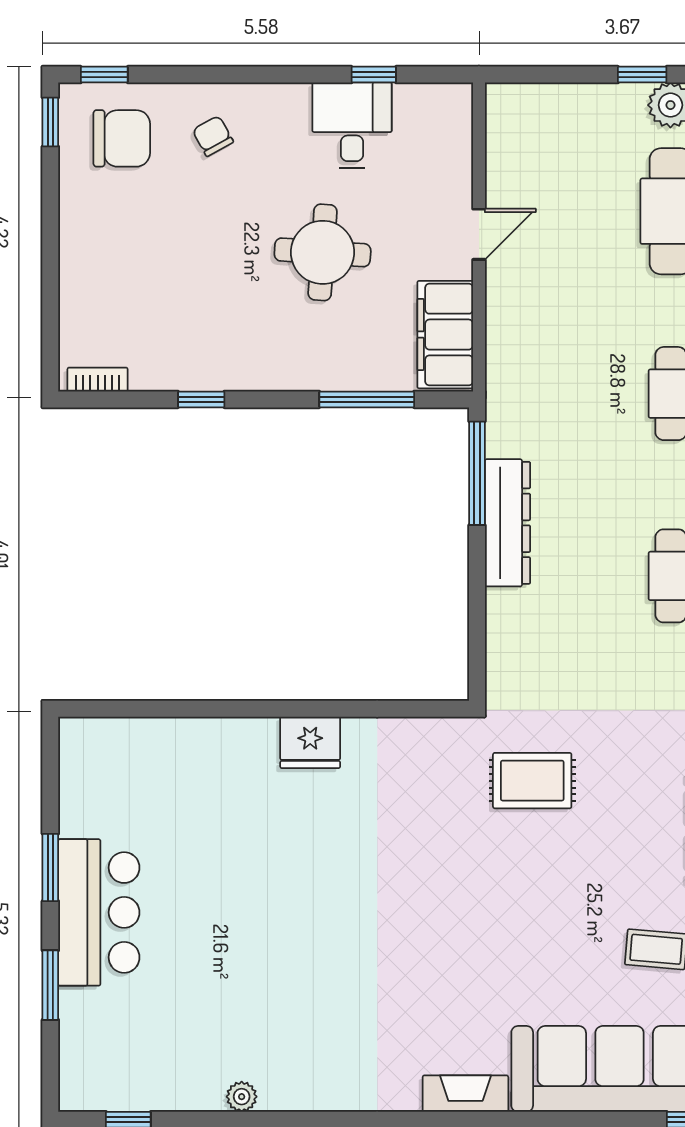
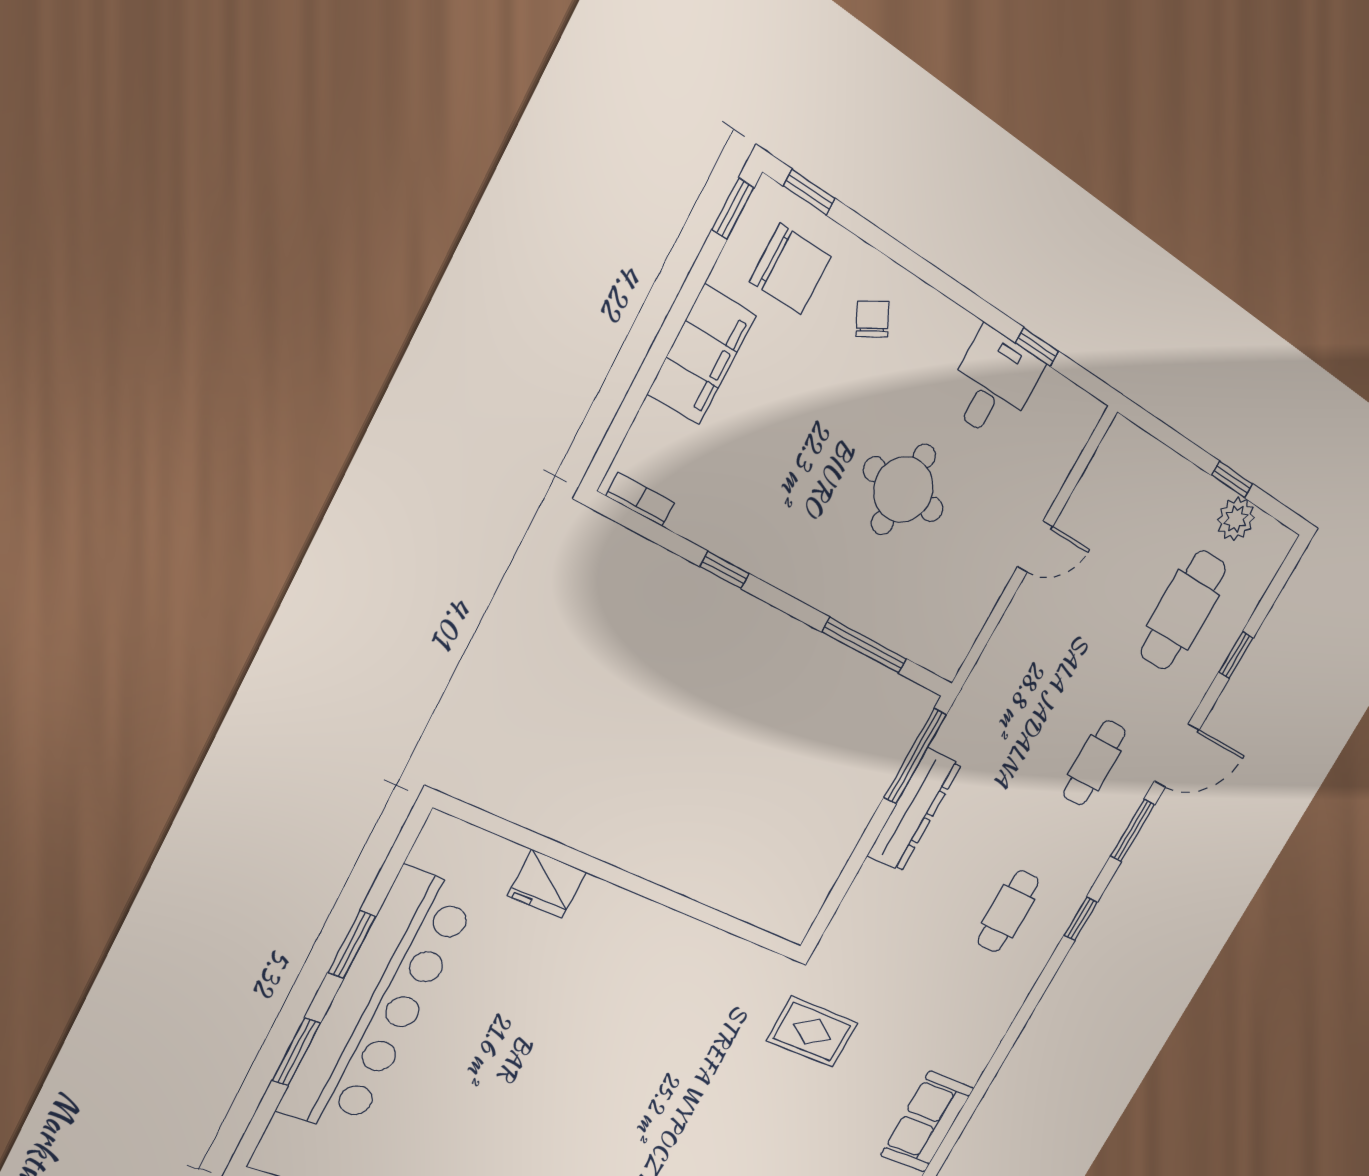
filing cabinet: (445, 335) -> (702, 355), moved, turned 180
fridge: (310, 742) -> (547, 884), moved
bar counter: (99, 912) -> (378, 1003), width x1.86

